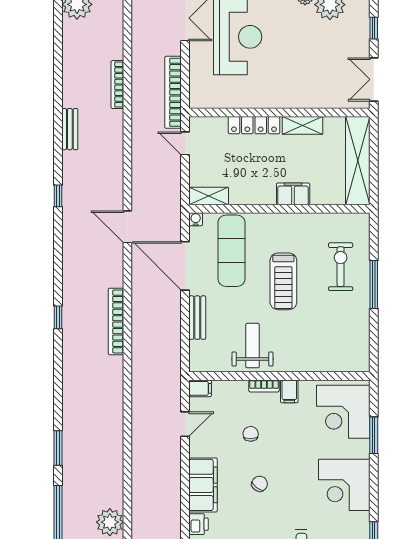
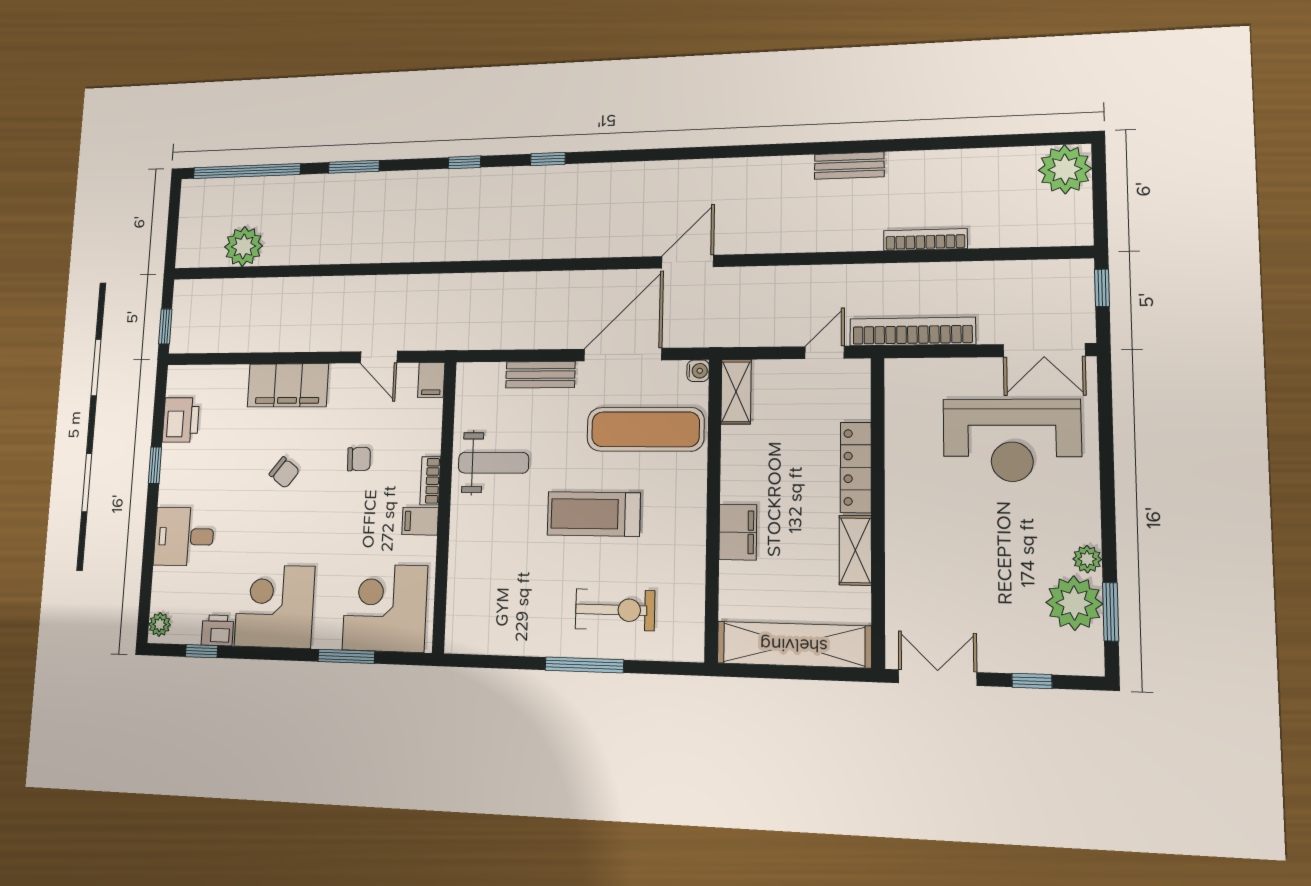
window: (58, 196) -> (464, 162), moved
bookcase: (116, 321) -> (539, 248), removed
printer: (199, 524) -> (217, 630), moved, turned 180

